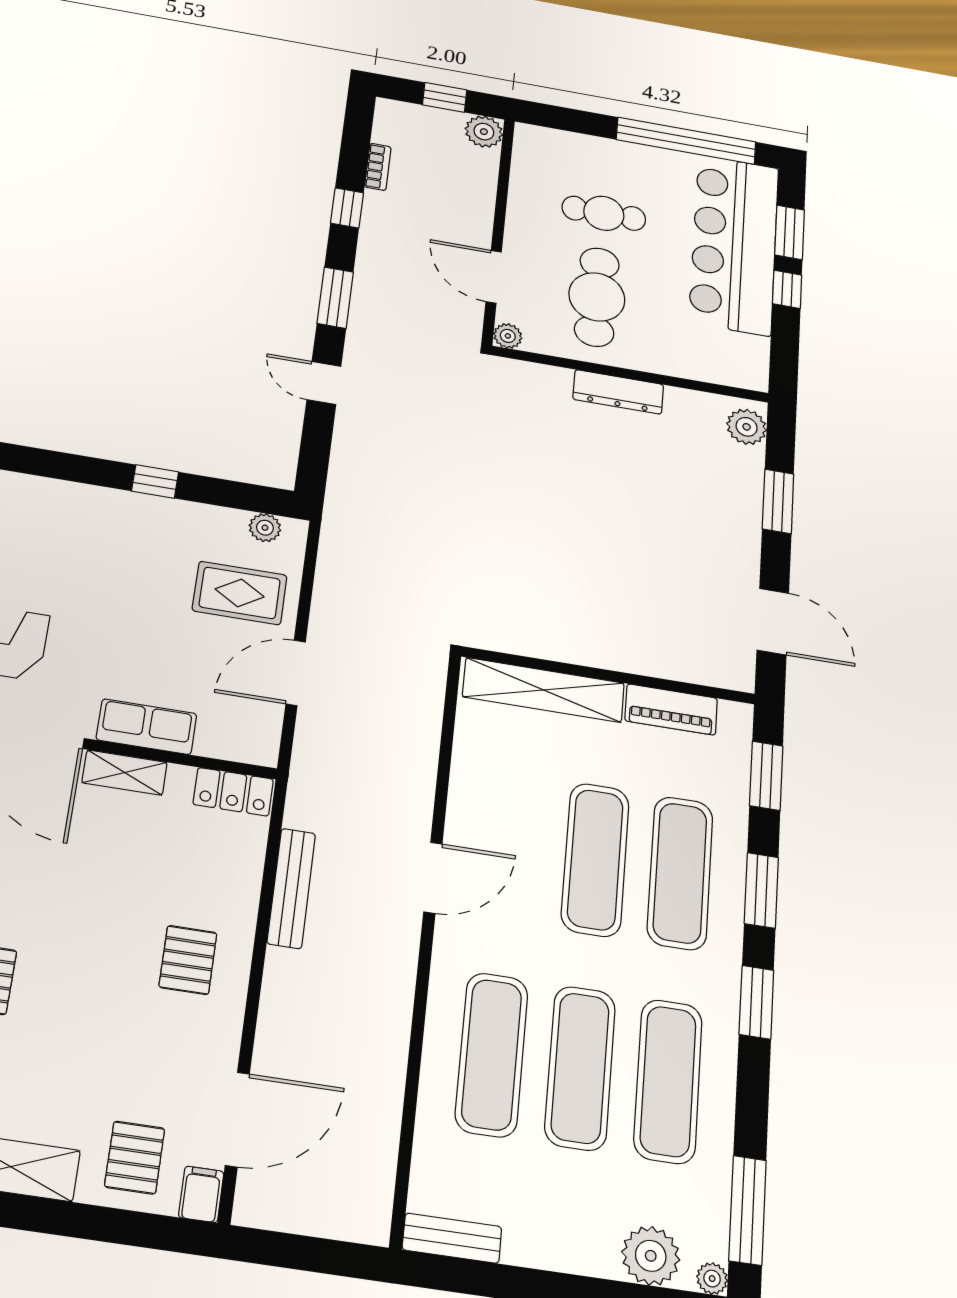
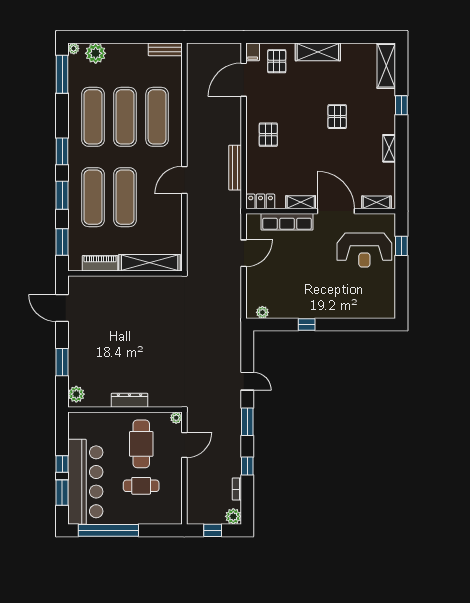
plant: (484, 132) -> (233, 516), moved
door: (494, 277) -> (184, 445), hinge flipped
rug: (240, 593) -> (268, 283), removed
row of seats: (147, 727) -> (287, 222), width x1.48

